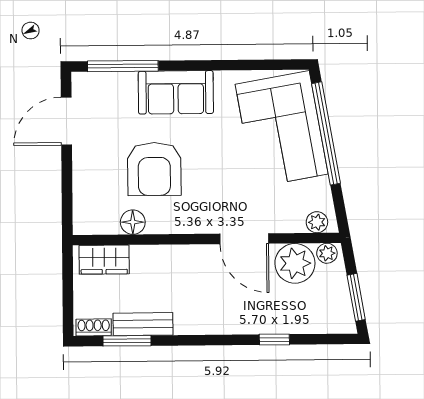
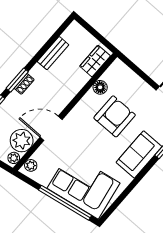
armchair: (154, 169) -> (115, 116), turned 90
shoe rack: (94, 327) -> (24, 84), moved
window: (127, 341) -> (17, 80), moved

